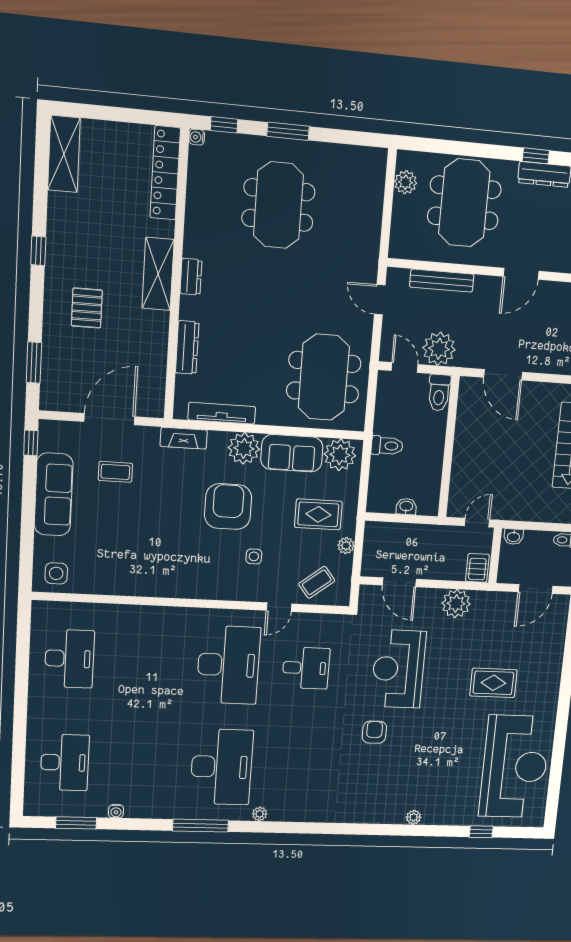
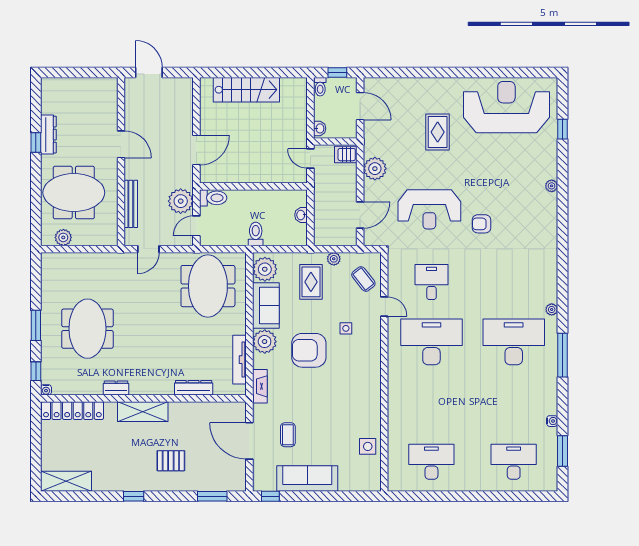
meeting table: (278, 205) -> (87, 329), turned 90
dresser: (191, 277) -> (116, 388), moved
meeting table: (324, 377) -> (208, 286), turned 90
side table: (56, 573) -> (368, 446), moved

